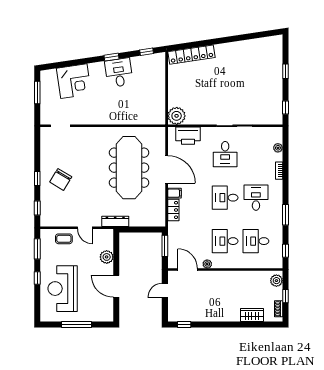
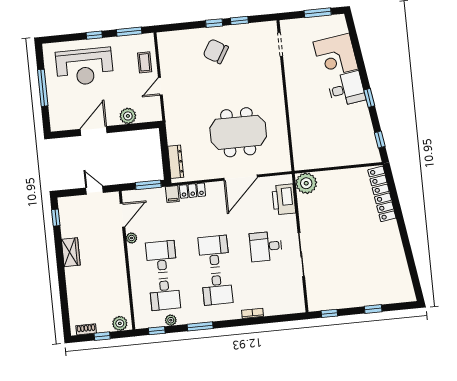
desk: (119, 73) -> (346, 89), moved
plant: (278, 148) -> (171, 320), moved
meeting table: (129, 168) -> (238, 132), width x0.73
filing cabinet: (174, 193) -> (172, 194), moved
desk: (256, 198) -> (217, 289), turned 90
window: (37, 208) -> (239, 21), moved
dresser: (115, 221) -> (176, 162), moved
desk: (256, 241) -> (165, 294), turned 180
reception desk: (63, 289) -> (84, 67), turned 180
wardrobe: (252, 315) -> (71, 252), moved

